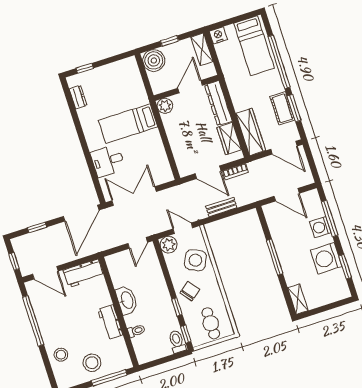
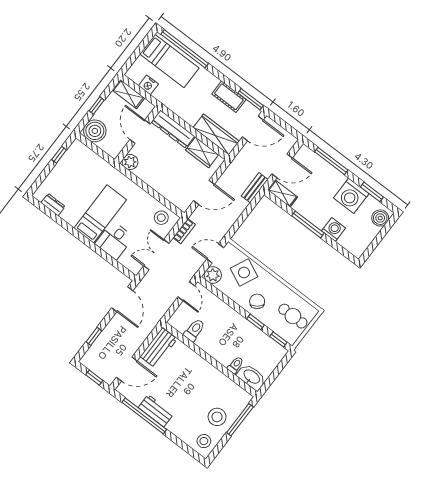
nightstand: (218, 35) -> (148, 85), moved, turned -90
window: (279, 62) -> (185, 49), moved
window: (85, 68) -> (59, 155), moved
window: (294, 108) -> (251, 99), moved
bed: (128, 124) -> (100, 214), moved, turned 180
stool: (159, 169) -> (161, 218), added
bookcase: (235, 171) -> (184, 231), moved
double door: (134, 196) -> (156, 255), width x0.73
bench: (221, 207) -> (255, 188), moved
door: (81, 213) -> (122, 299), width x0.73
washing machine: (320, 227) -> (334, 230), moved, turned 180
boiler: (337, 293) -> (380, 218), added
shelving: (298, 299) -> (283, 193), moved
washbasin: (127, 300) -> (251, 377), moved
workbench: (110, 322) -> (156, 411), moved, turned 180
toilet: (177, 342) -> (194, 330), moved, turned 90
stool: (61, 355) -> (204, 441), moved

